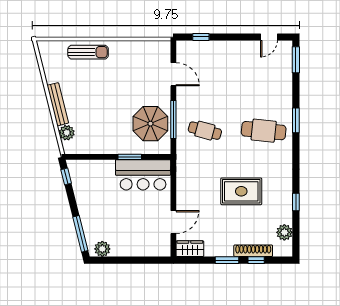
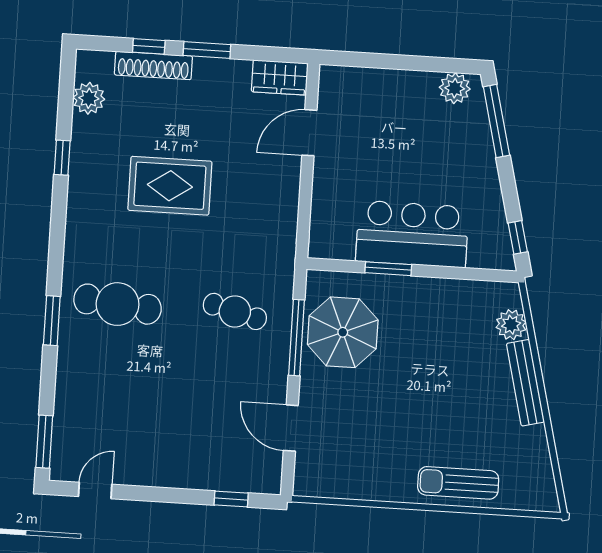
bar counter: (143, 175) -> (412, 234), moved

